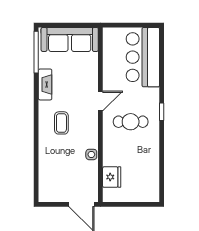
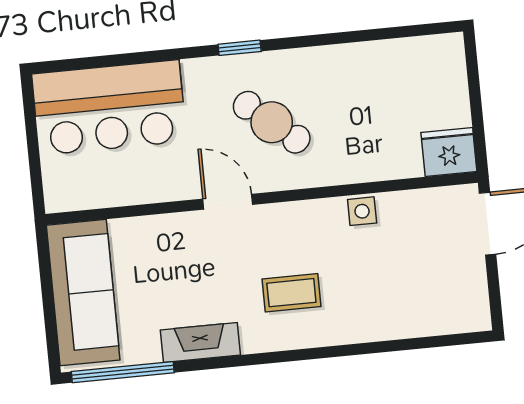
cafe table: (131, 122) -> (272, 122), turned -50
fridge: (112, 177) -> (449, 152), moved

